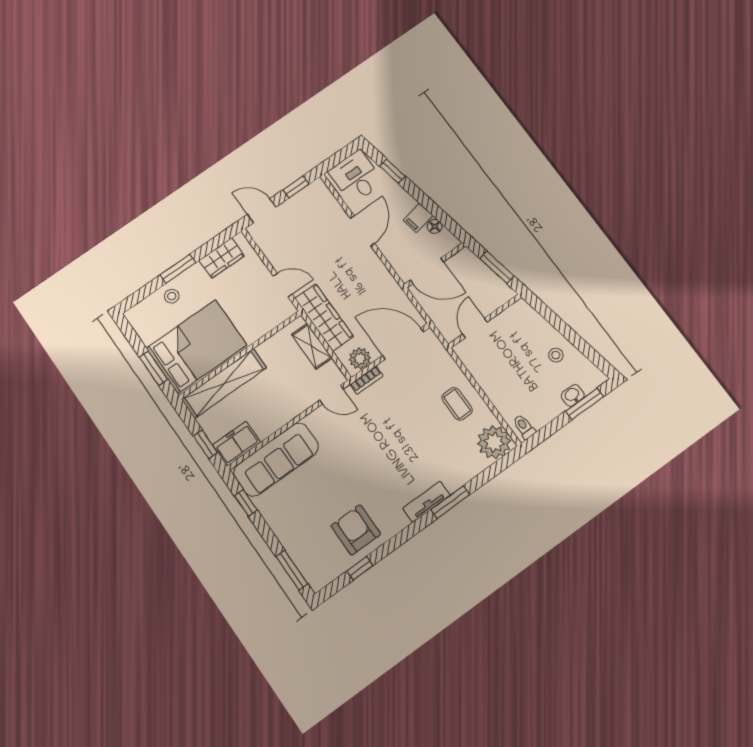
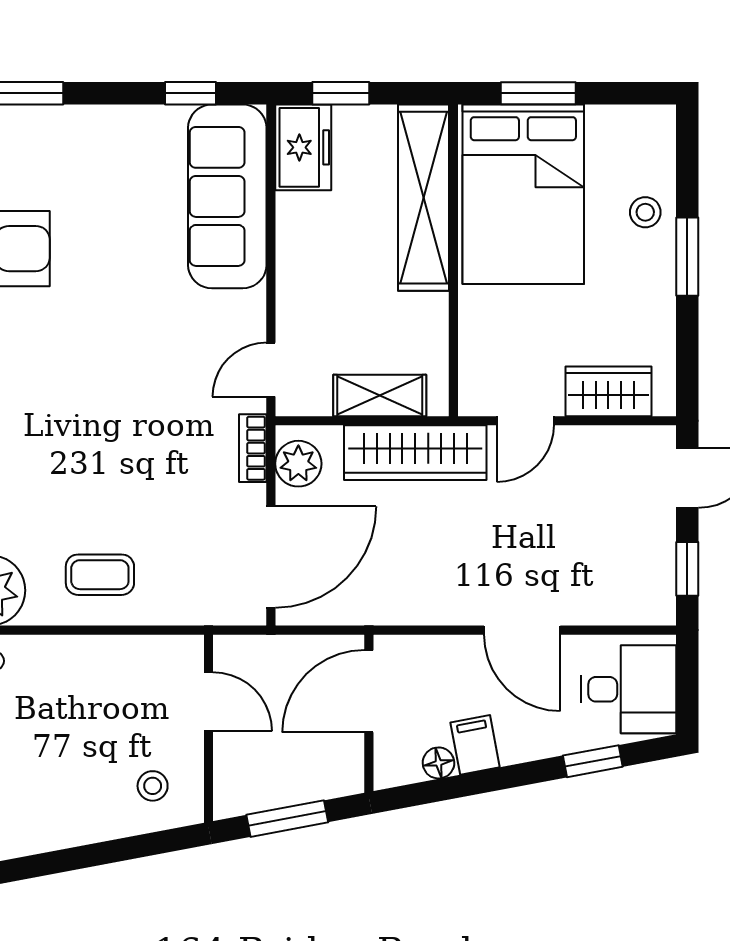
wardrobe: (222, 258) -> (608, 391), moved, turned 90
stool: (556, 355) -> (153, 786), moved

